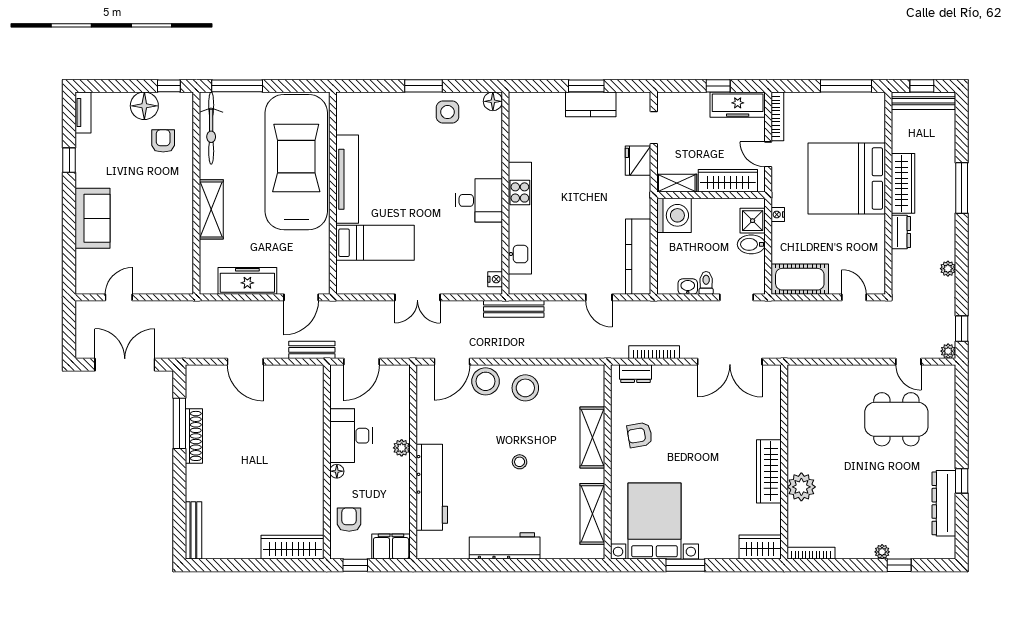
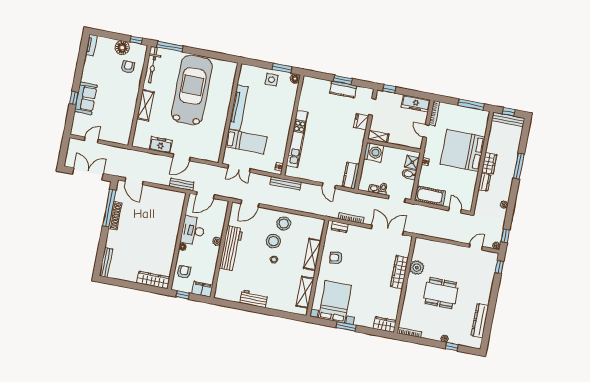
window: (424, 86) -> (282, 68), moved
window: (718, 86) -> (389, 89), moved
window: (69, 160) -> (74, 98), moved
tv unit: (347, 179) -> (238, 108), moved
wardrobe: (728, 181) -> (404, 140), removed
wardrobe: (903, 183) -> (489, 163), width x0.67
wall: (333, 193) -> (230, 113), moved
desk: (479, 200) -> (279, 126), removed
bed: (375, 243) -> (246, 142), moved
kitchen counter: (638, 257) -> (351, 176), width x0.67
freezer: (247, 281) -> (161, 145), width x0.71
door: (245, 362) -> (134, 181), moved
double door: (730, 362) -> (387, 230), swing flipped
door: (908, 362) -> (476, 247), swing flipped
stool: (486, 381) -> (273, 241), moved
dining table: (896, 419) -> (441, 293), moved
window: (179, 423) -> (109, 208), width x1.46
wardrobe: (769, 471) -> (399, 272), moved
window: (962, 481) -> (499, 267), moved
workbench: (432, 487) -> (231, 248), moved
plant: (801, 487) -> (417, 268), moved
workbench: (505, 546) -> (254, 299), width x0.73

